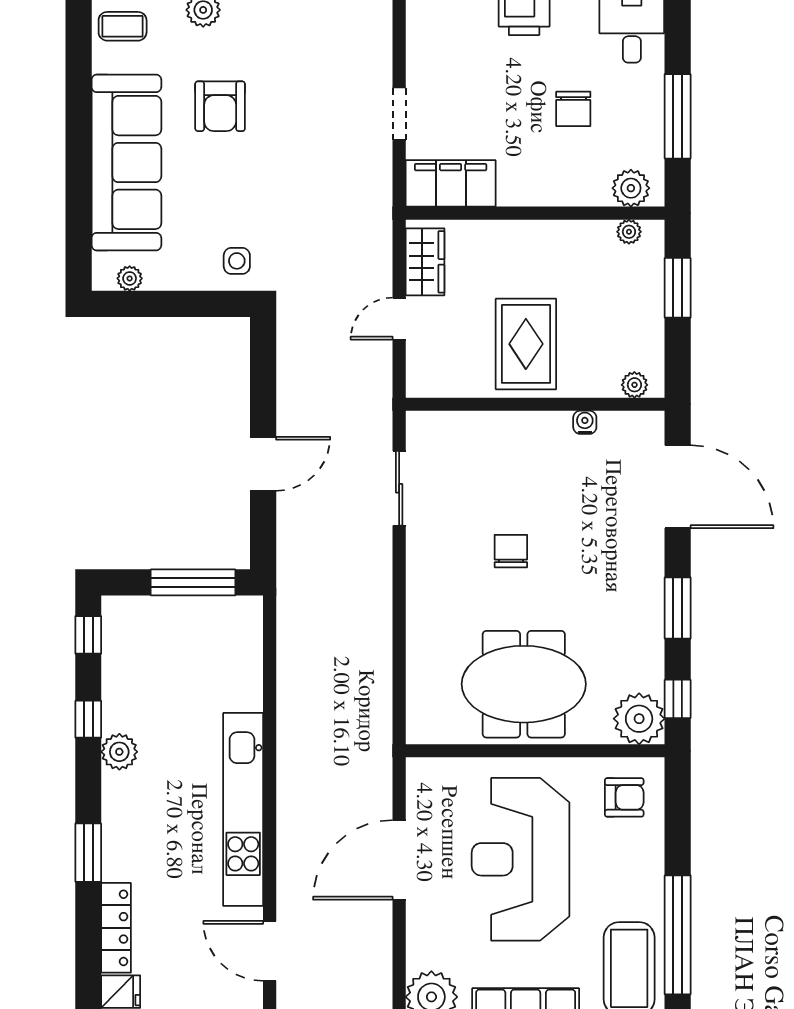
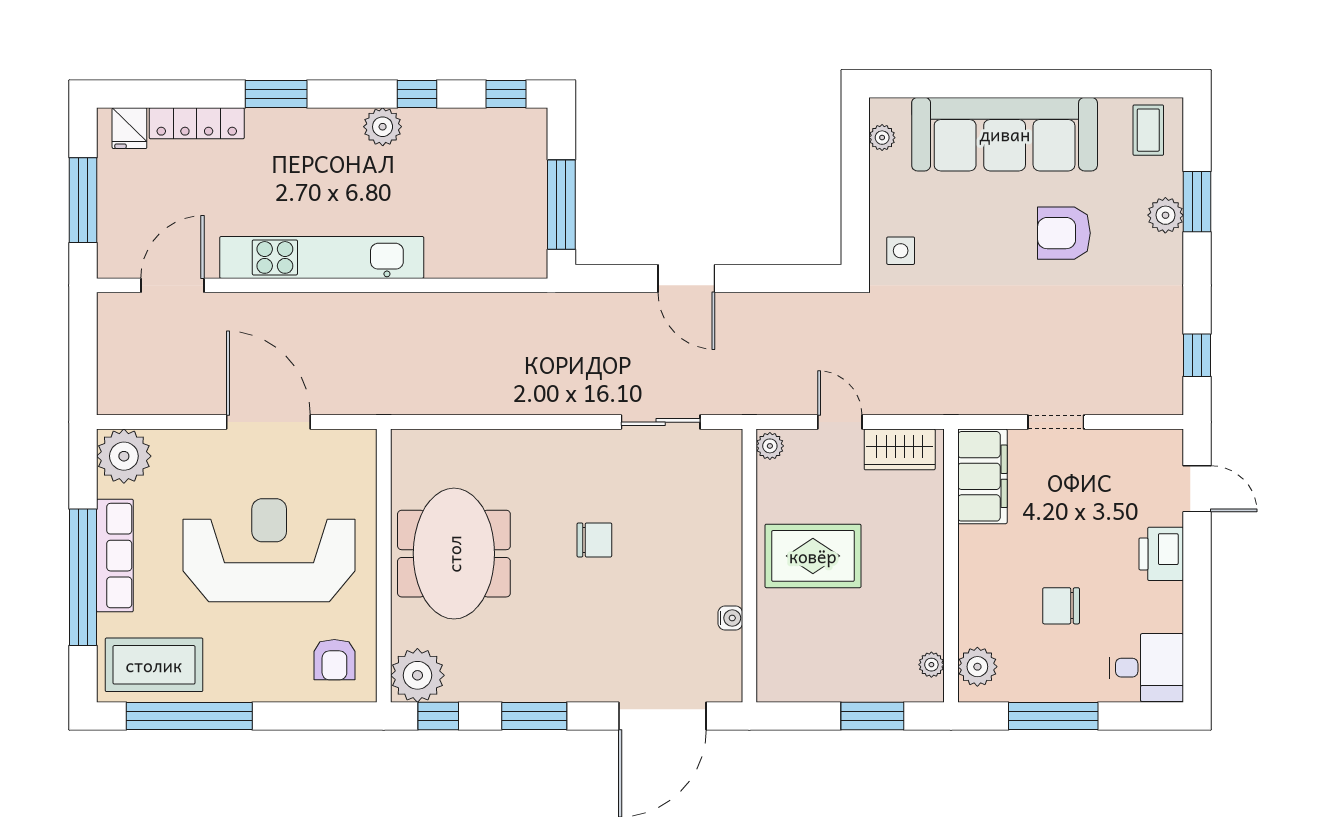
plant: (634, 385) -> (770, 446), moved

